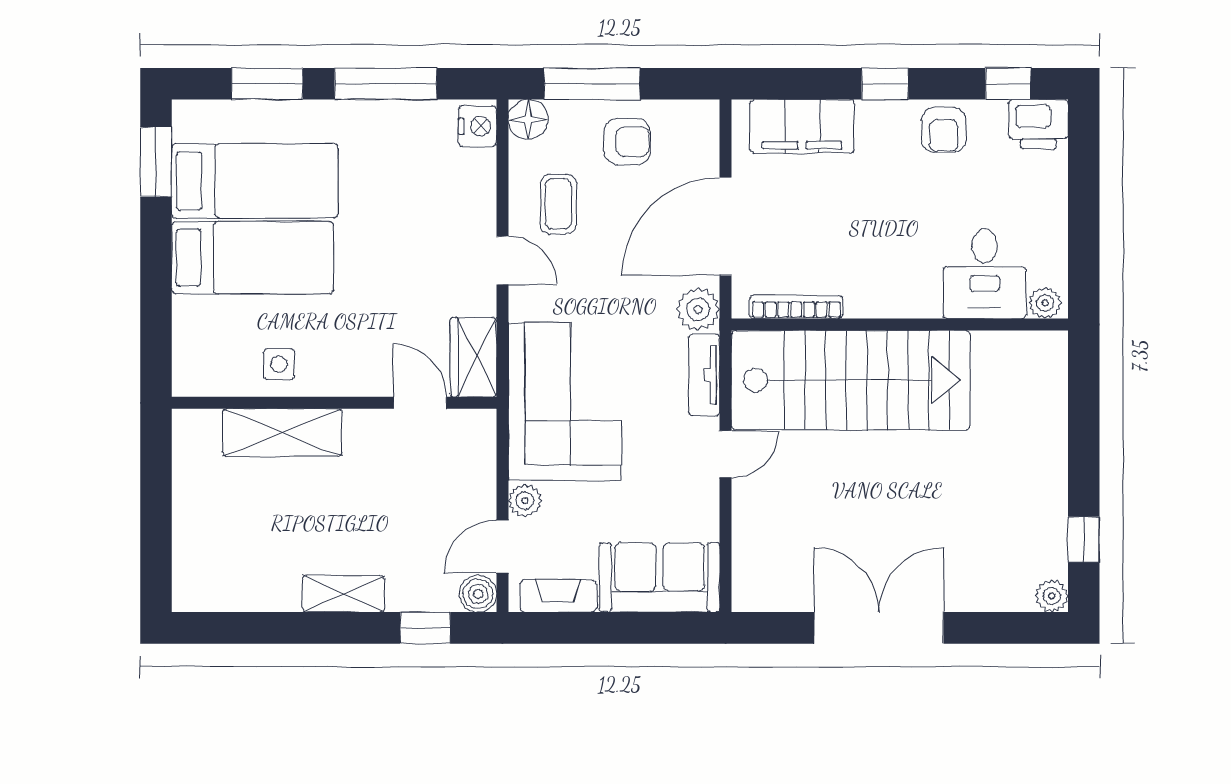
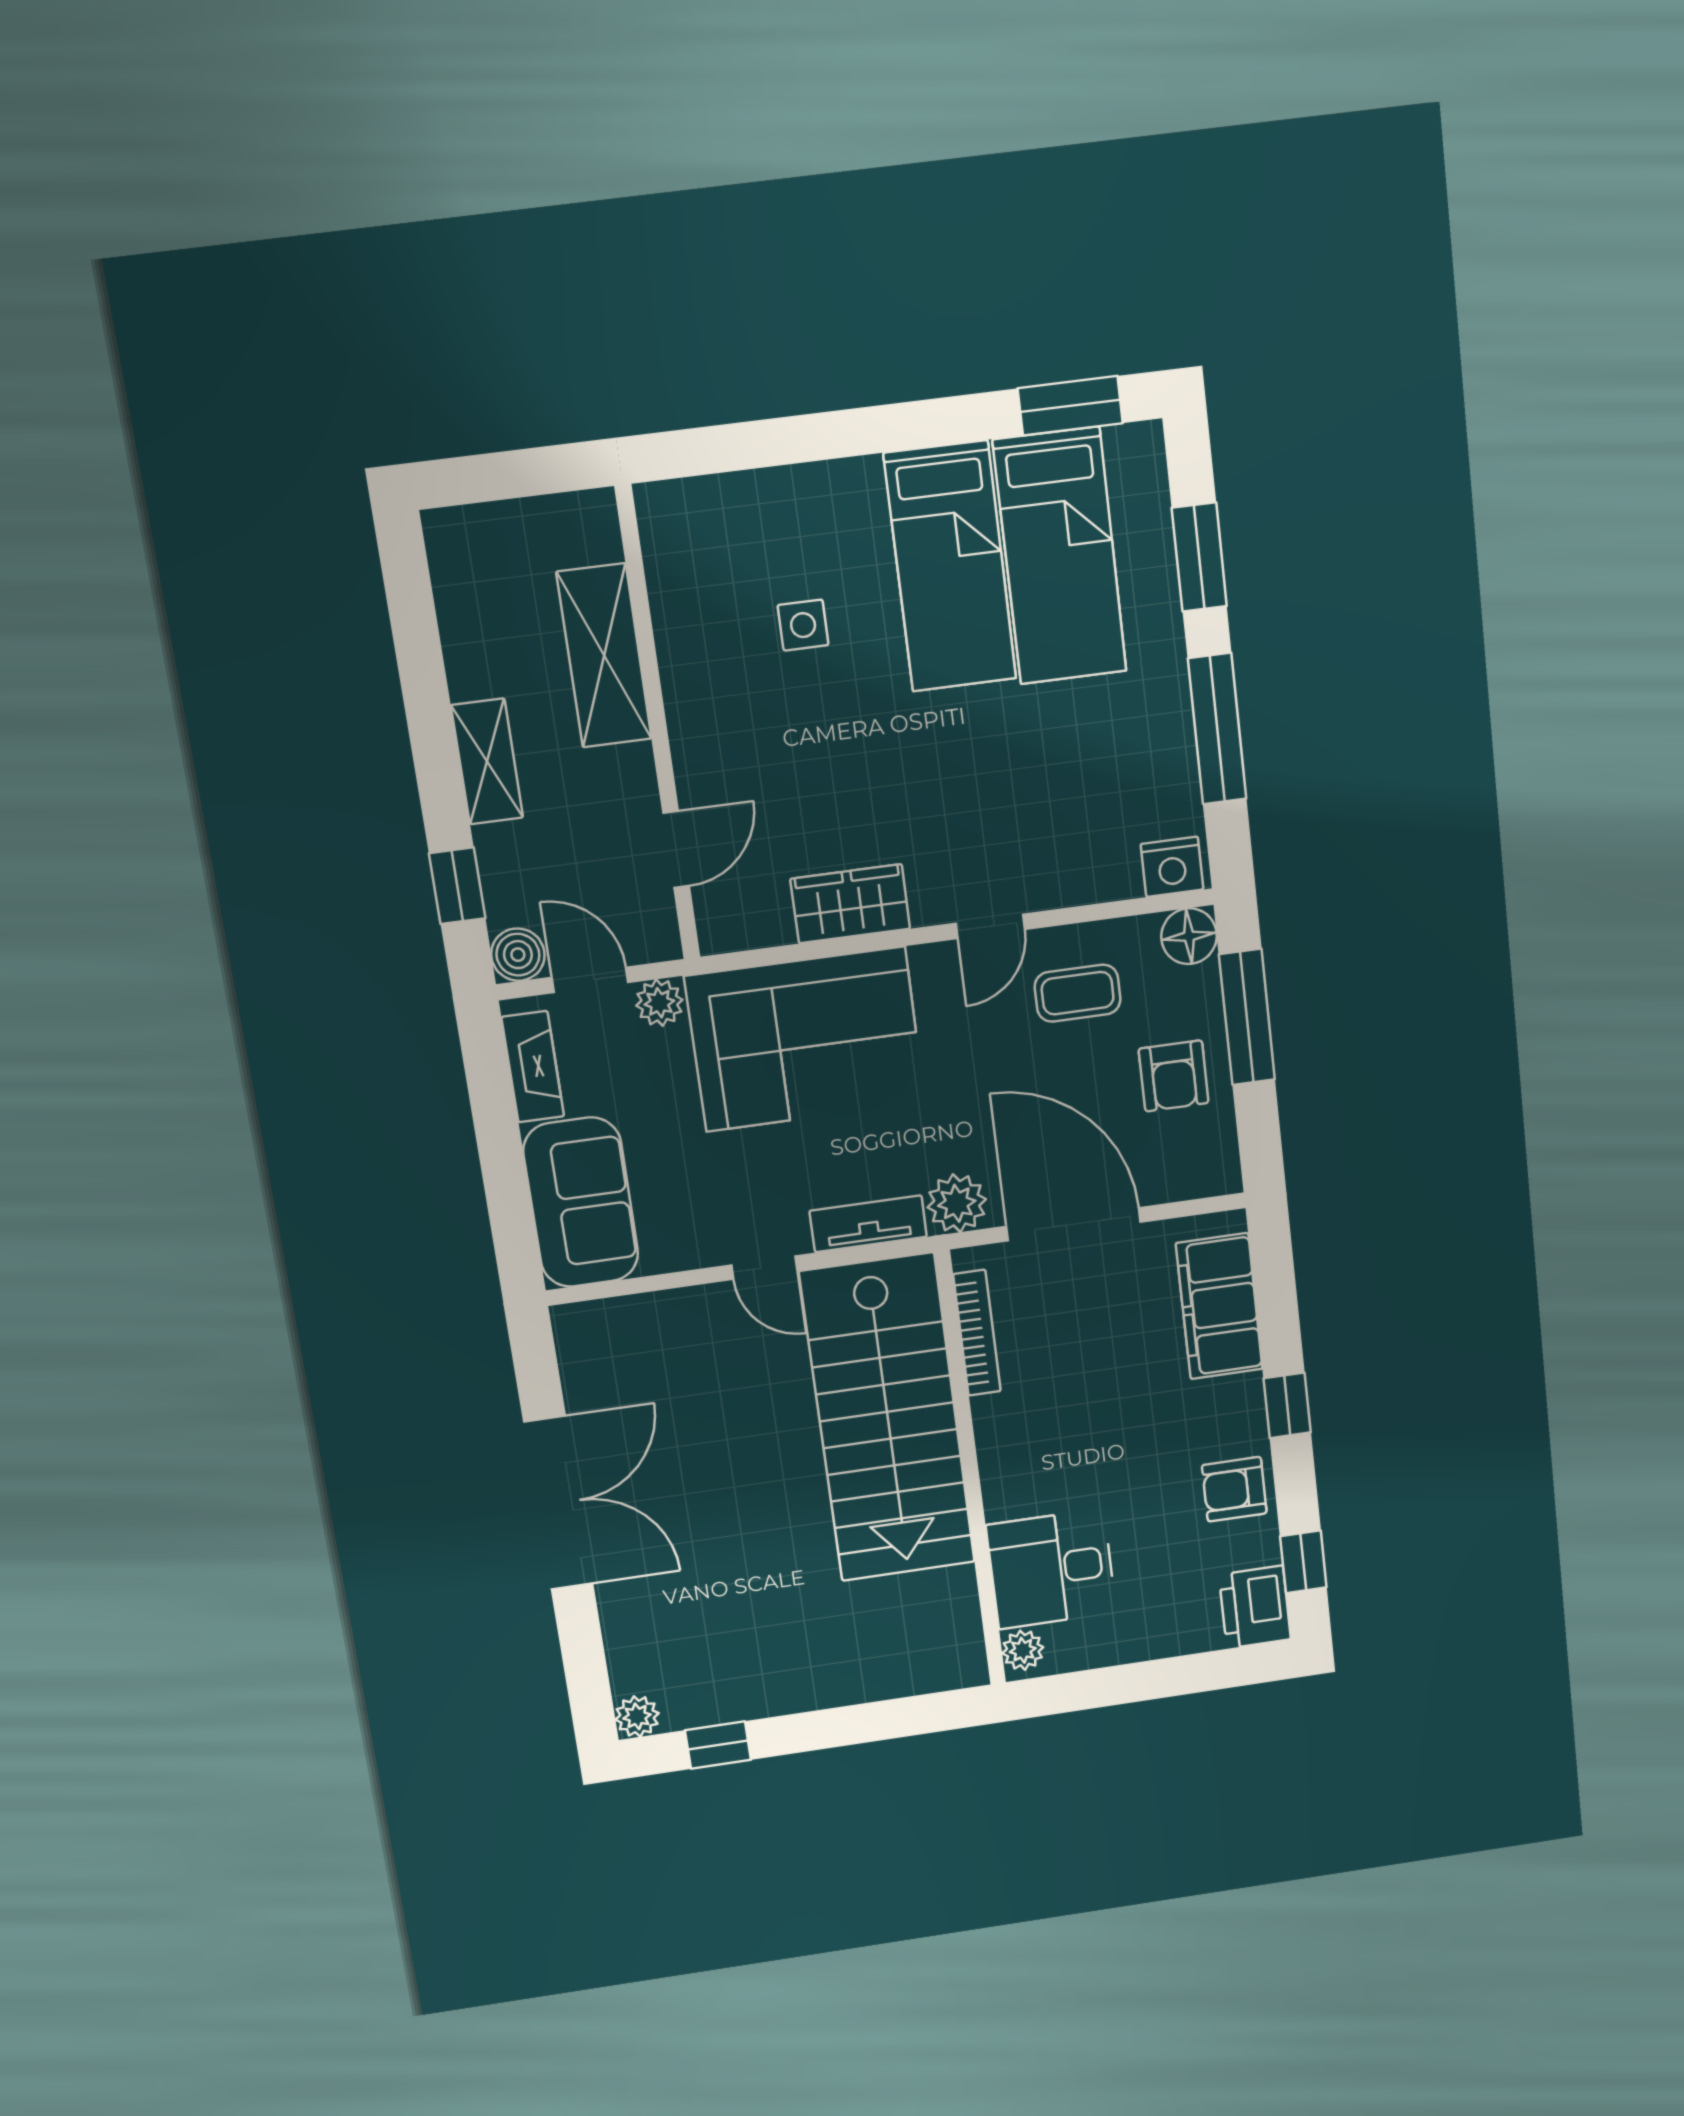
wall: (334, 403) -> (658, 726), moved
door: (420, 403) -> (676, 849), moved
shelving: (282, 433) -> (604, 656), moved

